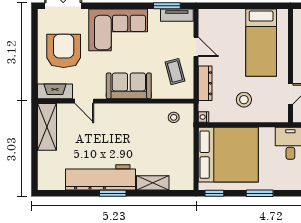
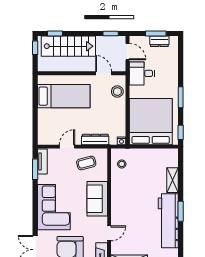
stool: (244, 100) -> (117, 92), moved

